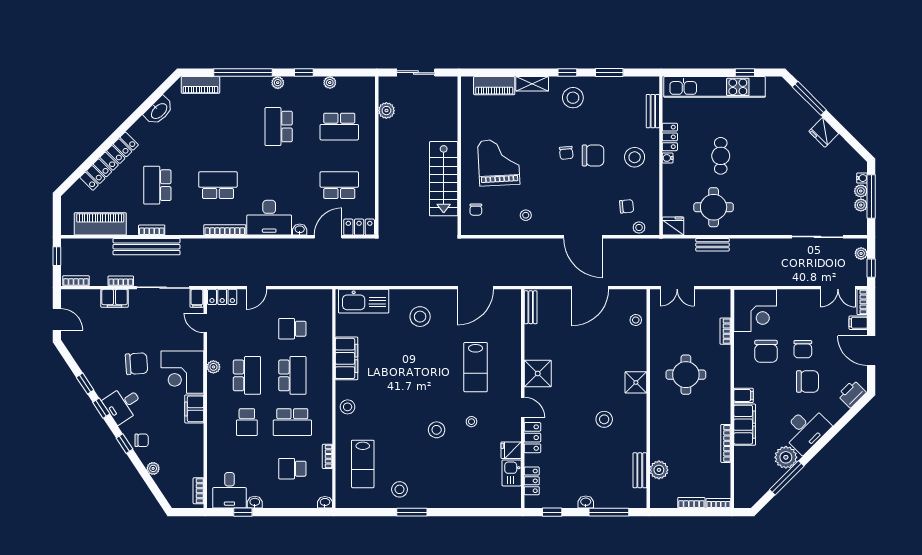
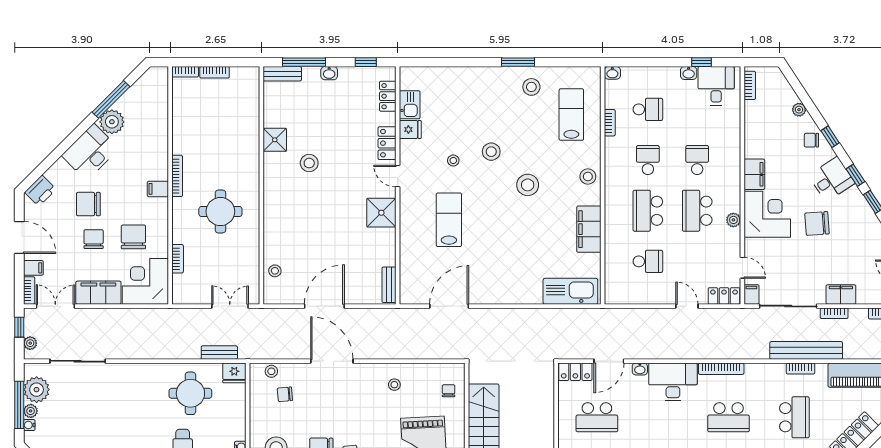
plant: (861, 205) -> (37, 390), width x1.88, depth x1.88
bench: (713, 245) -> (219, 353), moved
door: (256, 288) -> (687, 306), hinge flipped
stool: (420, 317) -> (528, 185), moved
shower: (636, 382) -> (275, 140), moved
school desk: (292, 422) -> (648, 160), width x0.54
filing cabinet: (745, 425) -> (98, 293), moved, turned 90
bookcase: (726, 443) -> (177, 176), moved
bench: (640, 470) -> (282, 74), moved, turned 90
plant: (659, 470) -> (250, 108), removed

